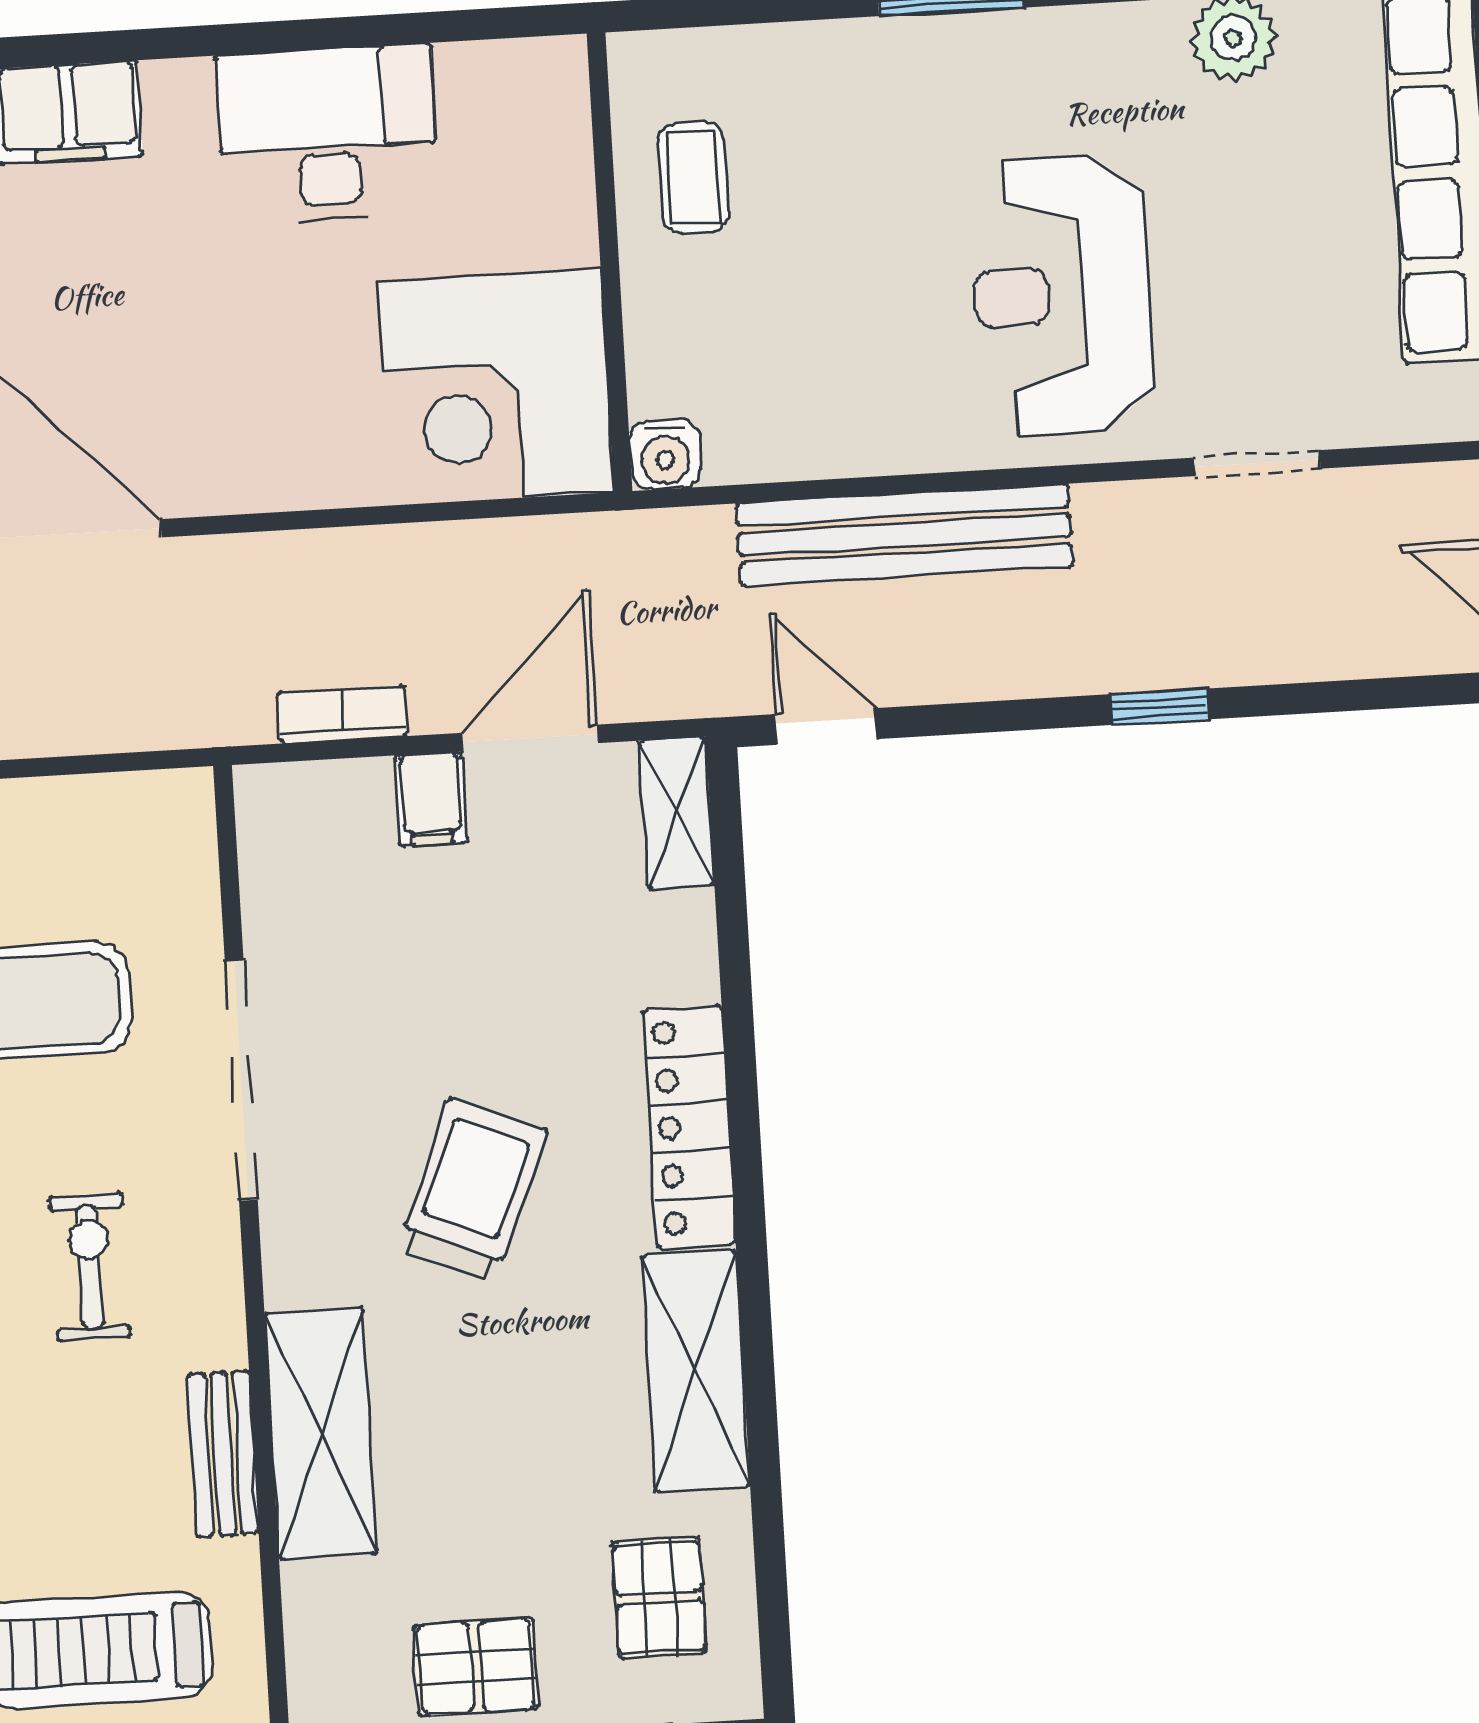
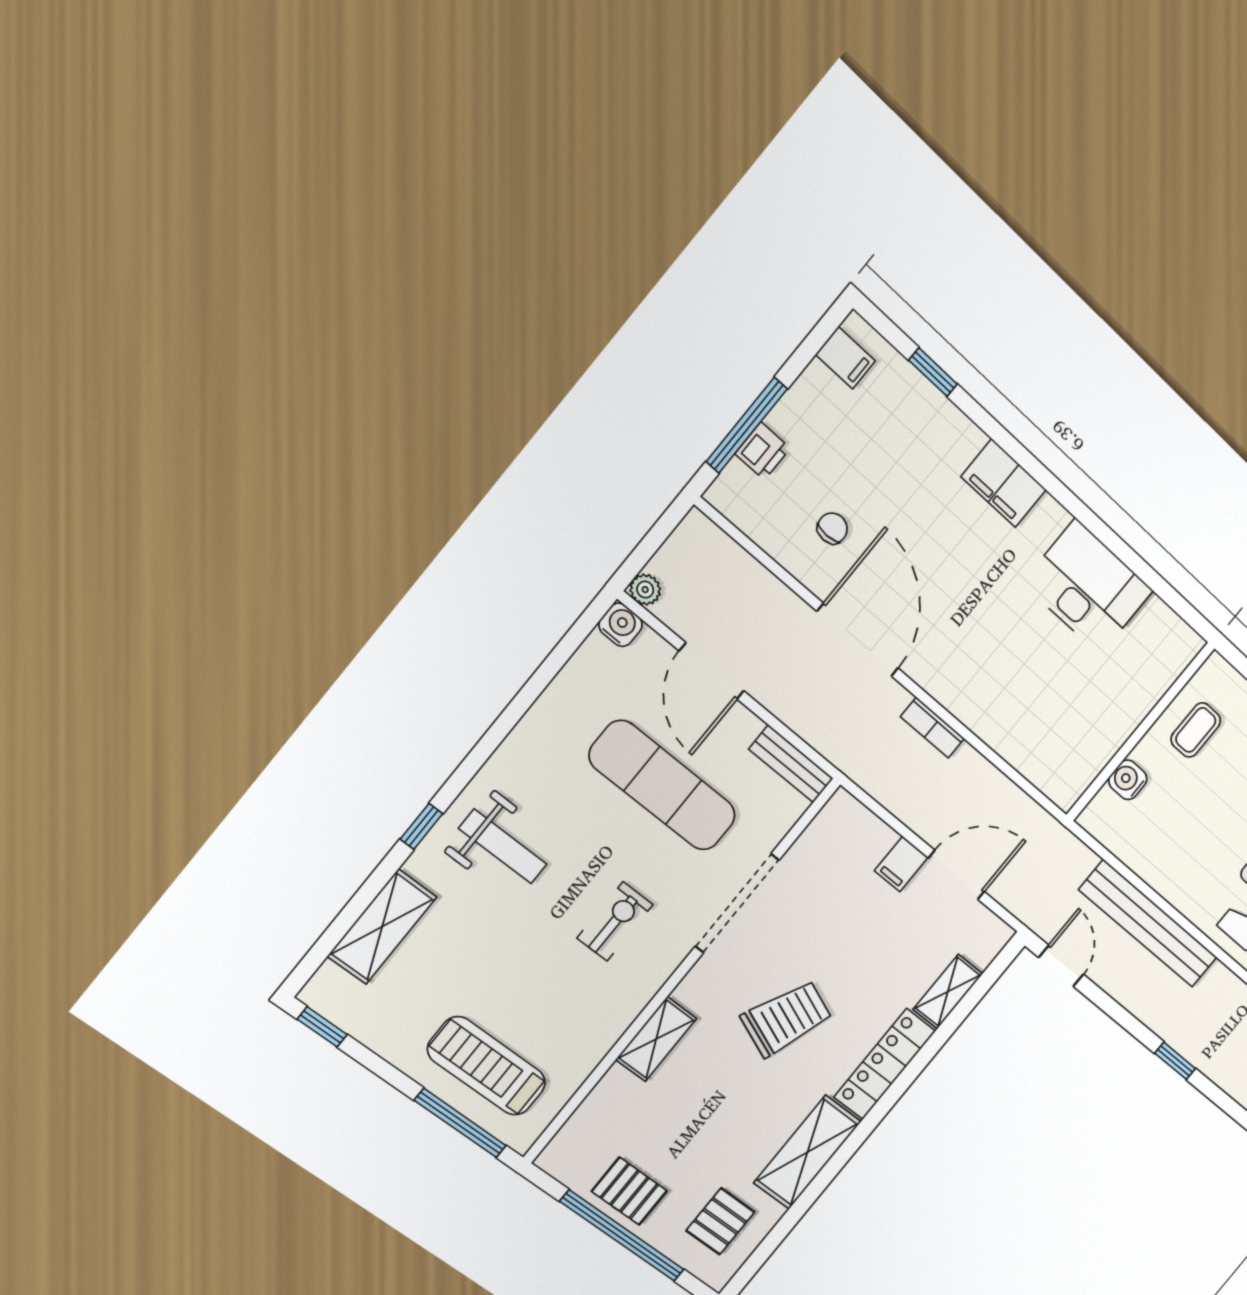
corner desk: (495, 387) -> (1061, 737), removed
water cooler: (665, 454) -> (1128, 780), moved, turned 90
bookcase: (342, 714) -> (932, 728), moved, turned 180
shelving: (677, 813) -> (948, 992), moved
shelving: (321, 1433) -> (656, 1039), width x0.67, depth x0.75
bench: (223, 1454) -> (791, 764), moved, turned 90

